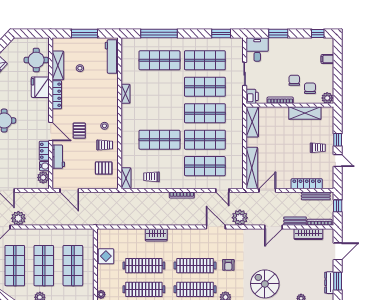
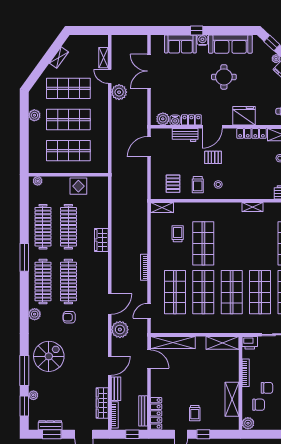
fridge: (40, 87) -> (244, 116), moved
trolley: (151, 177) -> (178, 234), moved
locker: (307, 184) -> (156, 413), moved
door: (273, 227) -> (110, 366), swing flipped

